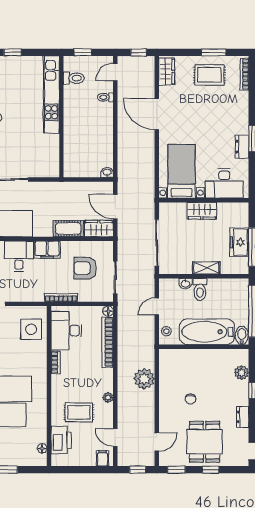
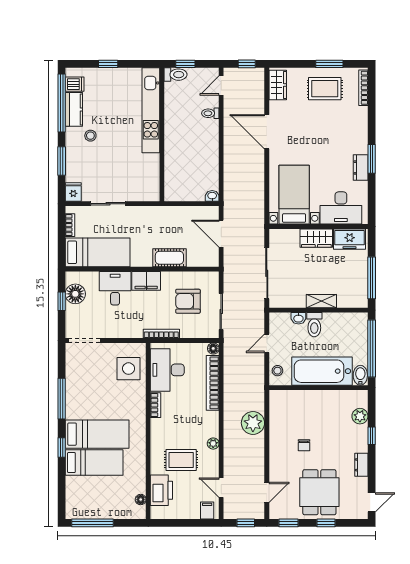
toilet: (74, 78) -> (176, 75), moved
wardrobe: (99, 228) -> (203, 258), removed
freezer: (239, 242) -> (350, 239), moved, turned -90

